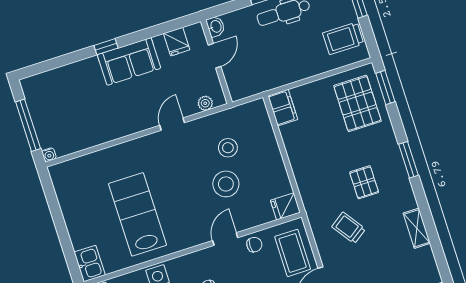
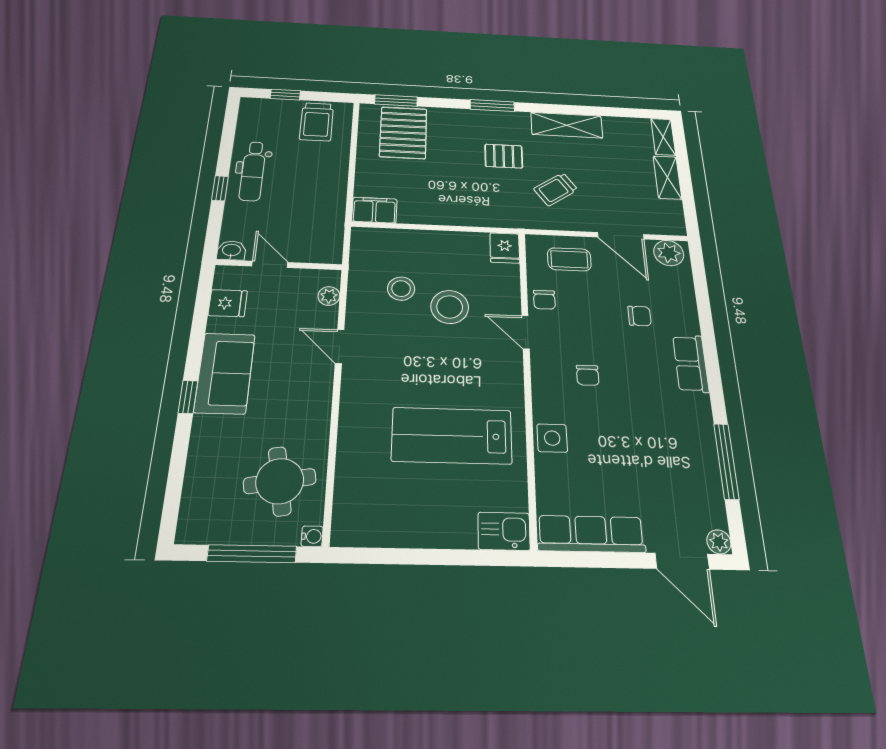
pallet: (357, 103) -> (403, 133), turned 90
round table: (74, 123) -> (280, 481), added
shelving: (417, 228) -> (567, 125), width x1.50, depth x1.33
chair: (254, 245) -> (544, 300), turned 180
coffee table: (293, 253) -> (569, 259), width x0.73, depth x0.77

